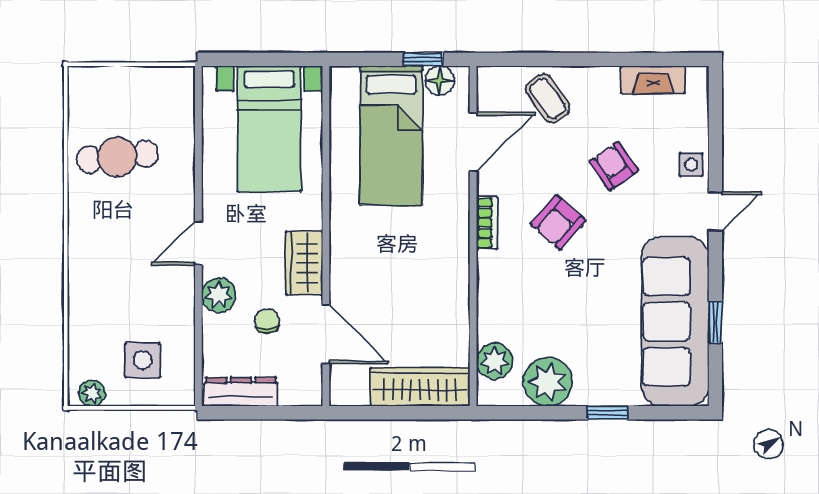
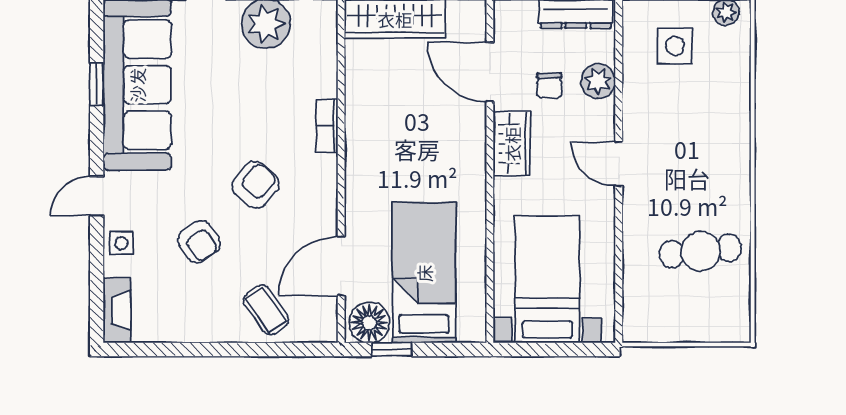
floor lamp: (440, 80) -> (369, 323), width x1.38, depth x1.38
fireplace: (653, 80) -> (117, 310), moved, turned 90
bookcase: (487, 223) -> (327, 126), moved
door: (198, 243) -> (619, 164), swing flipped
plant: (219, 295) -> (598, 81), moved
plant: (495, 361) -> (320, 45), removed

